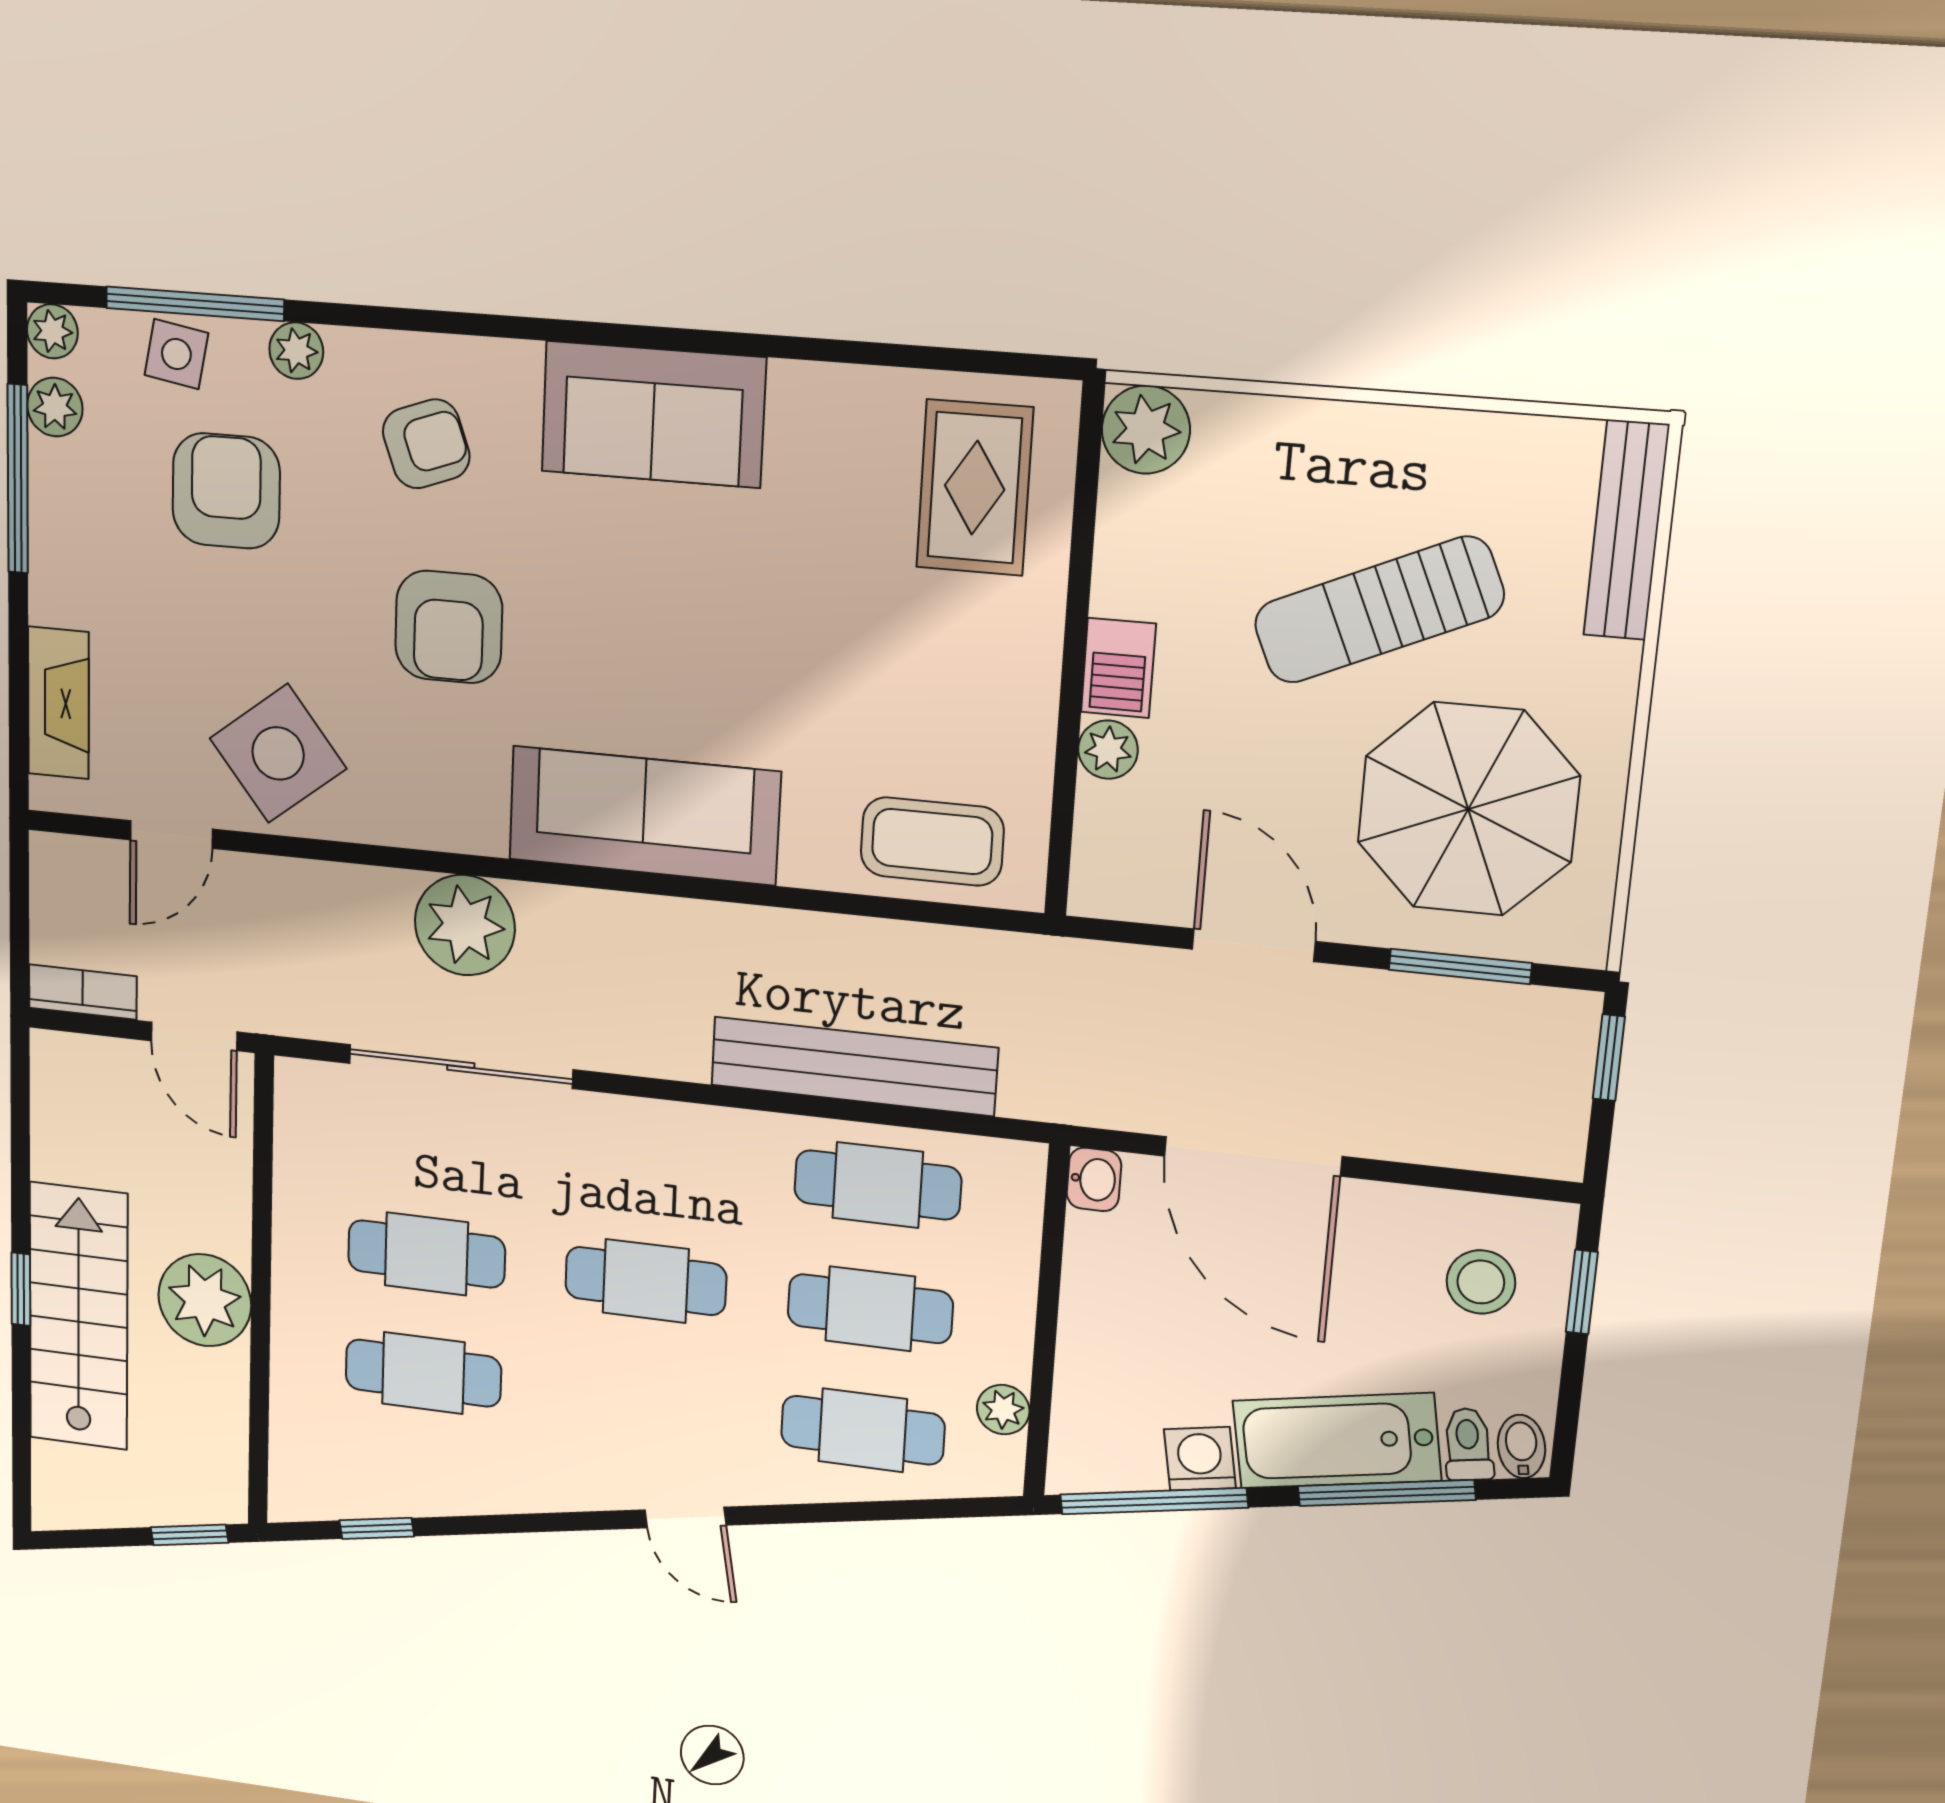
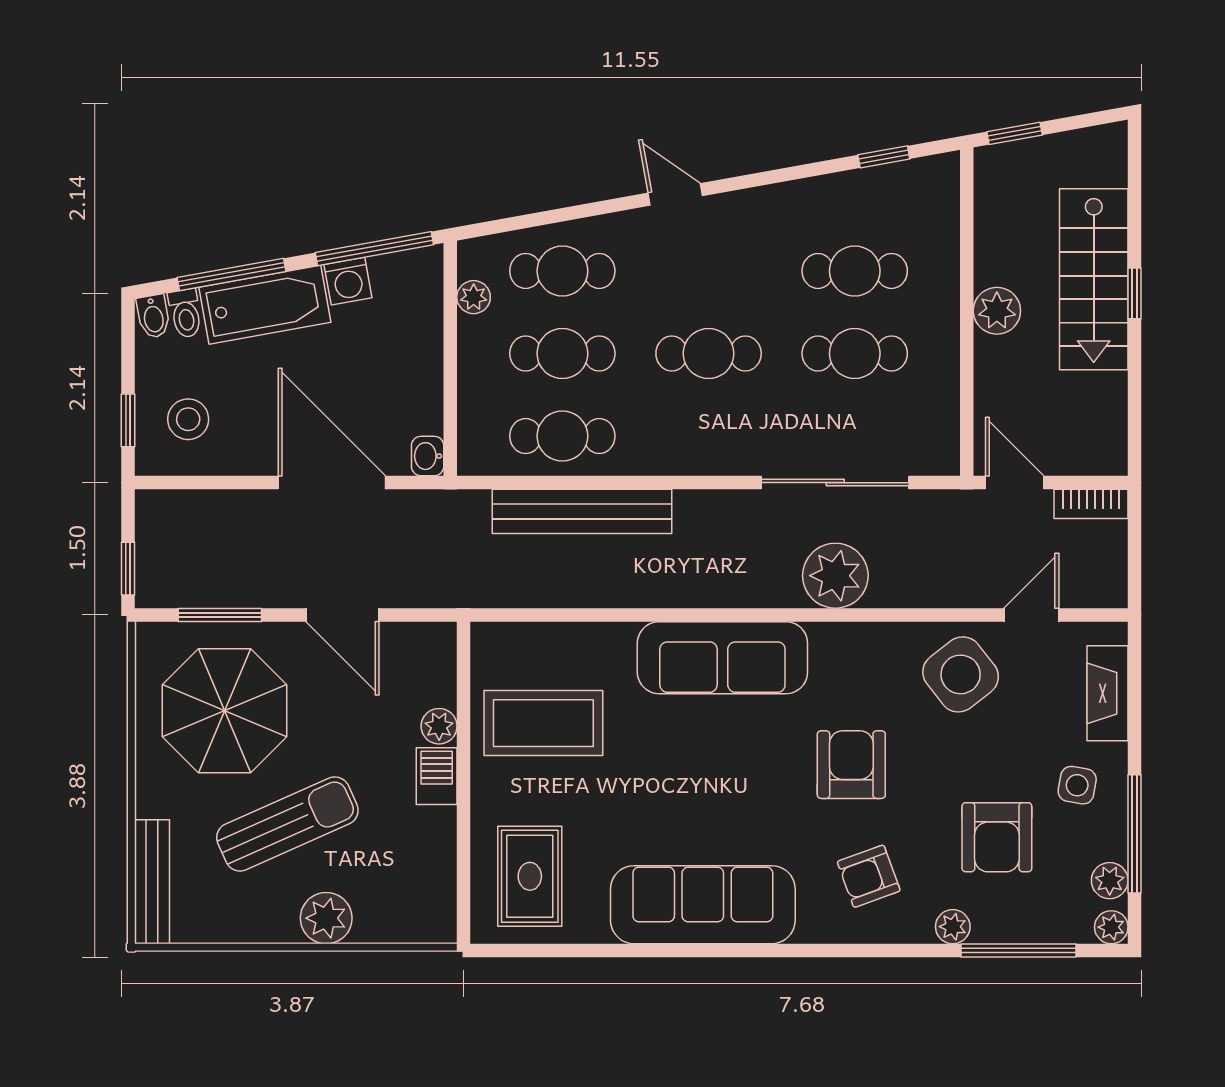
side table: (176, 354) -> (1077, 785), moved
sofa: (653, 415) -> (703, 905), width x1.36
plant: (1146, 430) -> (326, 918), moved
coffee table: (932, 842) -> (543, 723), moved, width x1.36, depth x1.32
plant: (205, 1300) -> (997, 311), width x0.73, depth x0.73

